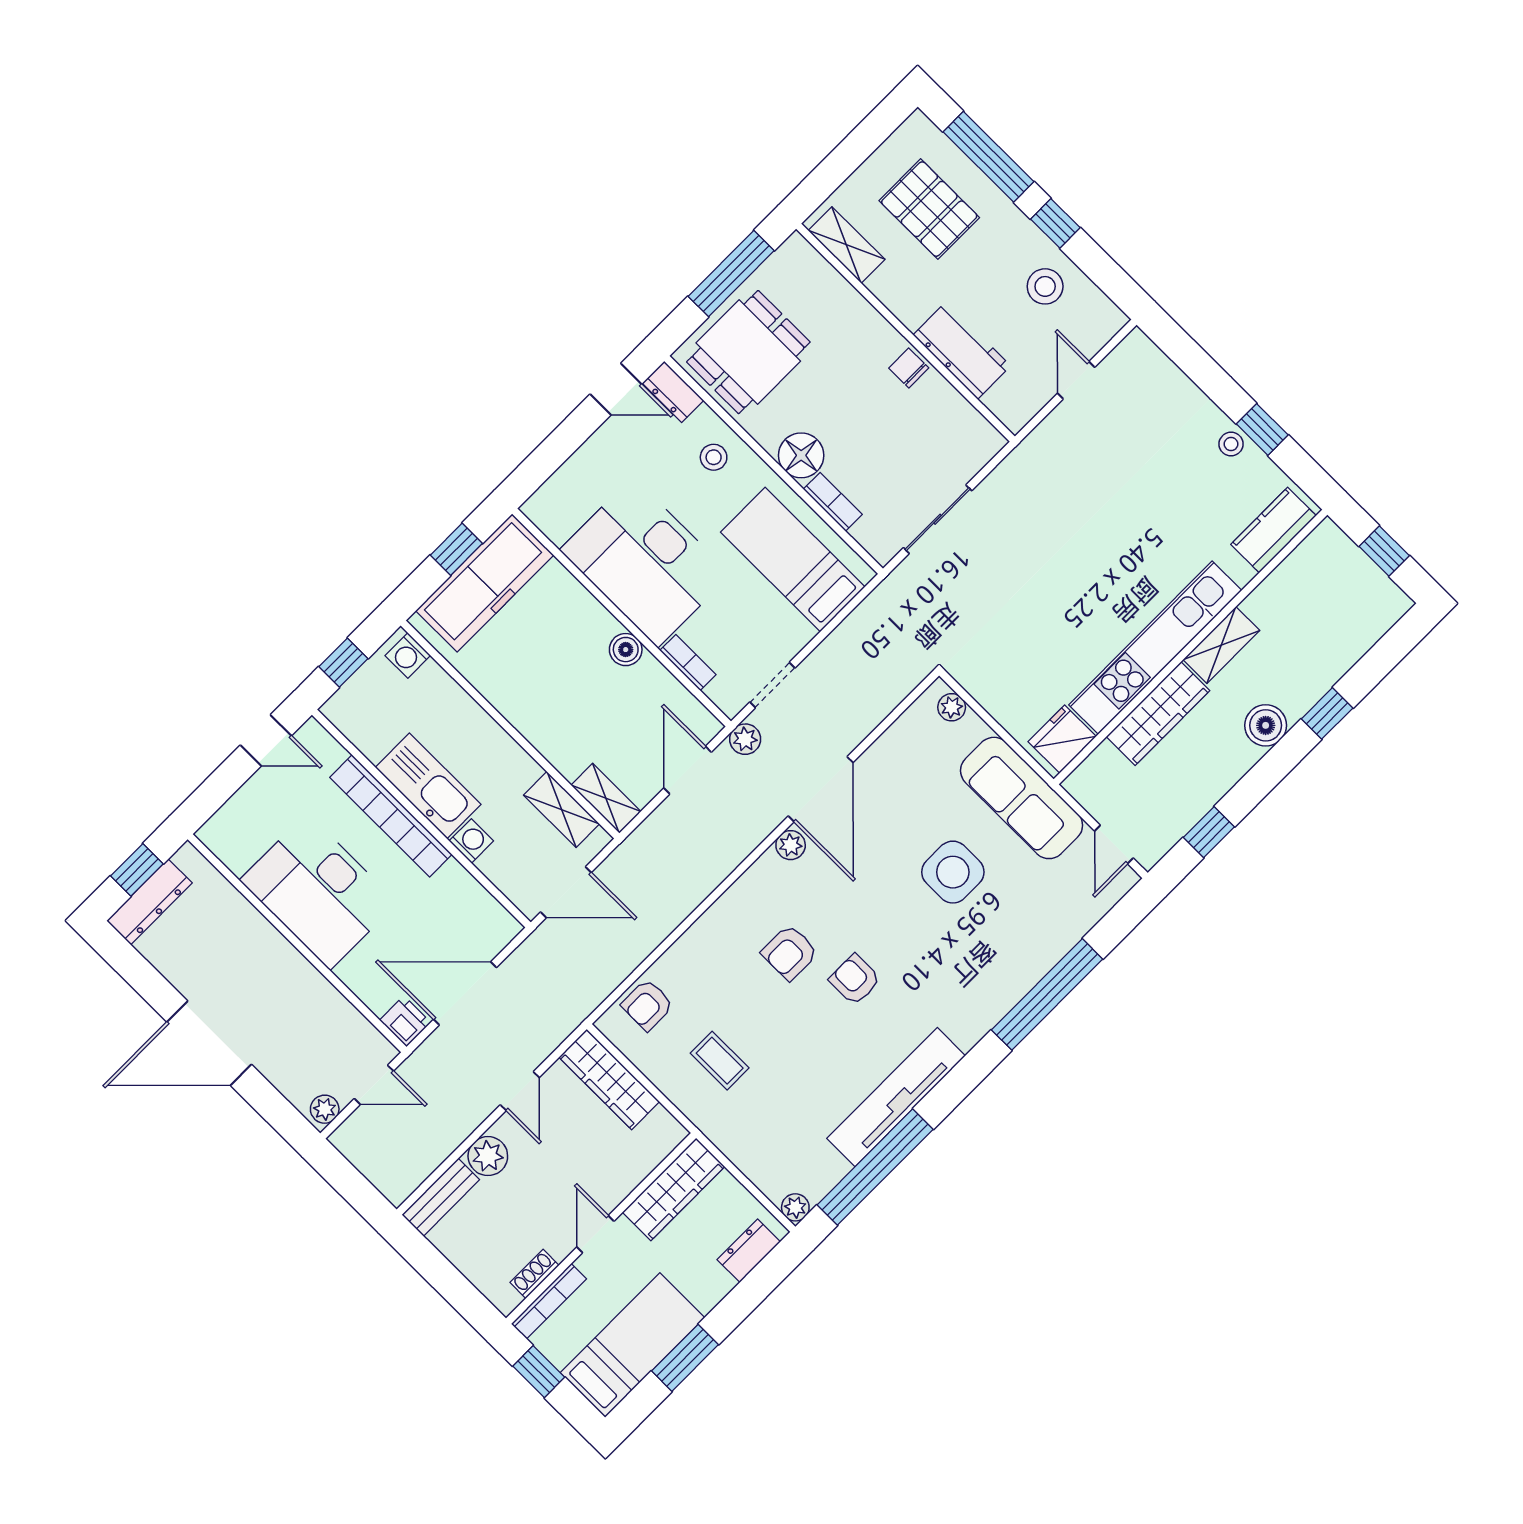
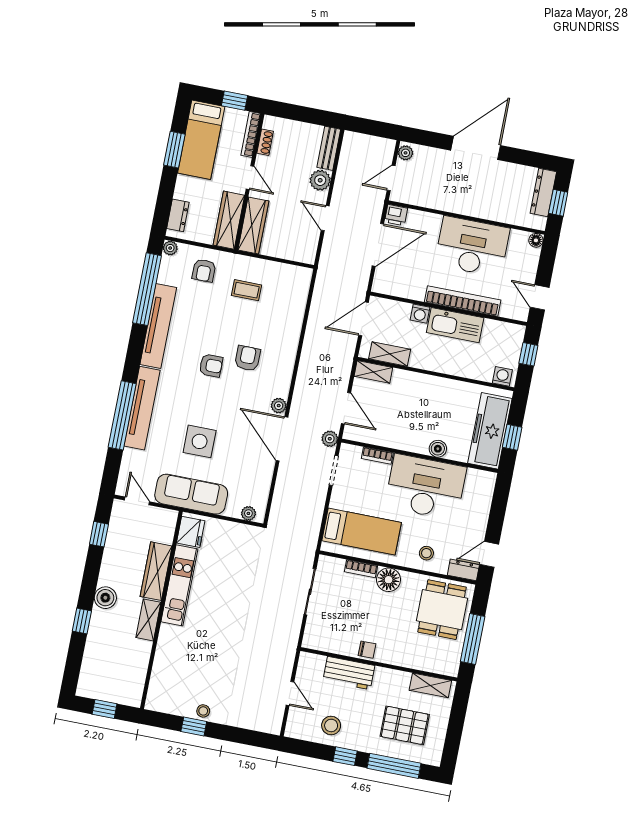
kitchen counter: (1274, 530) -> (159, 686), removed
kitchen unit: (1155, 648) -> (179, 585), width x0.73
boiler: (626, 650) -> (438, 449), moved
door: (266, 740) -> (540, 297), hinge flipped
floor lamp: (212, 834) -> (536, 240), added
tv unit: (1008, 985) -> (142, 408), added
armchair: (647, 1005) -> (204, 270), moved, turned 180
wardrobe: (609, 1079) -> (253, 225), moved, turned 90

